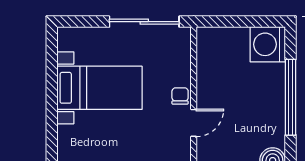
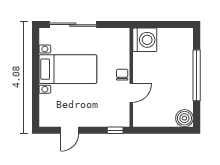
sliding door: (144, 22) -> (73, 25), moved
washing machine: (268, 44) -> (145, 40), moved, turned 180

